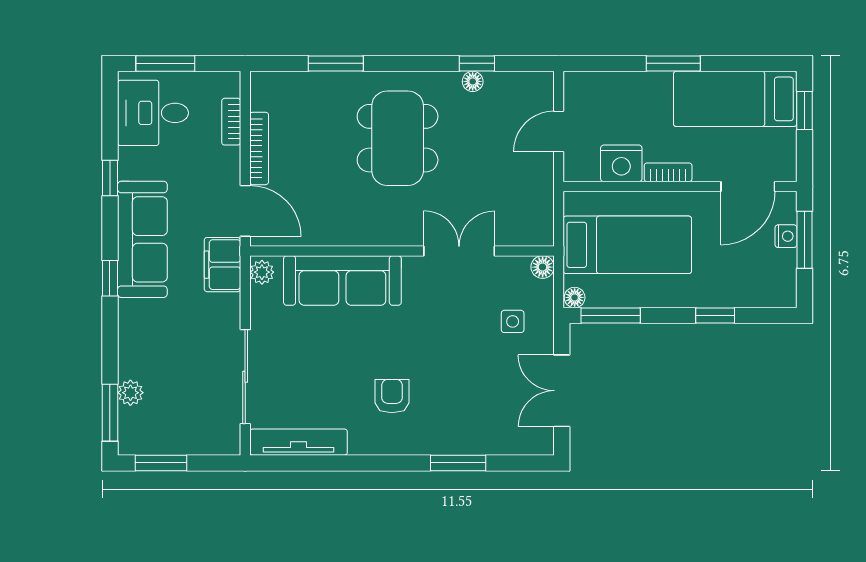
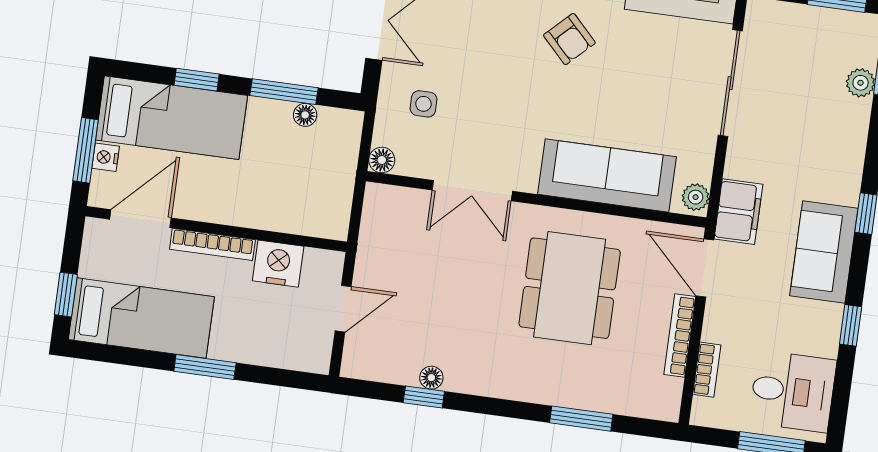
dining table: (398, 138) -> (570, 288), moved
bookcase: (668, 172) -> (212, 244), width x1.56
sofa: (142, 239) -> (824, 252), width x0.73
bed: (627, 245) -> (172, 118), moved, turned 180
floor lamp: (575, 297) -> (305, 115), moved
window: (611, 315) -> (284, 92), moved
armchair: (392, 396) -> (569, 39), turned -44

